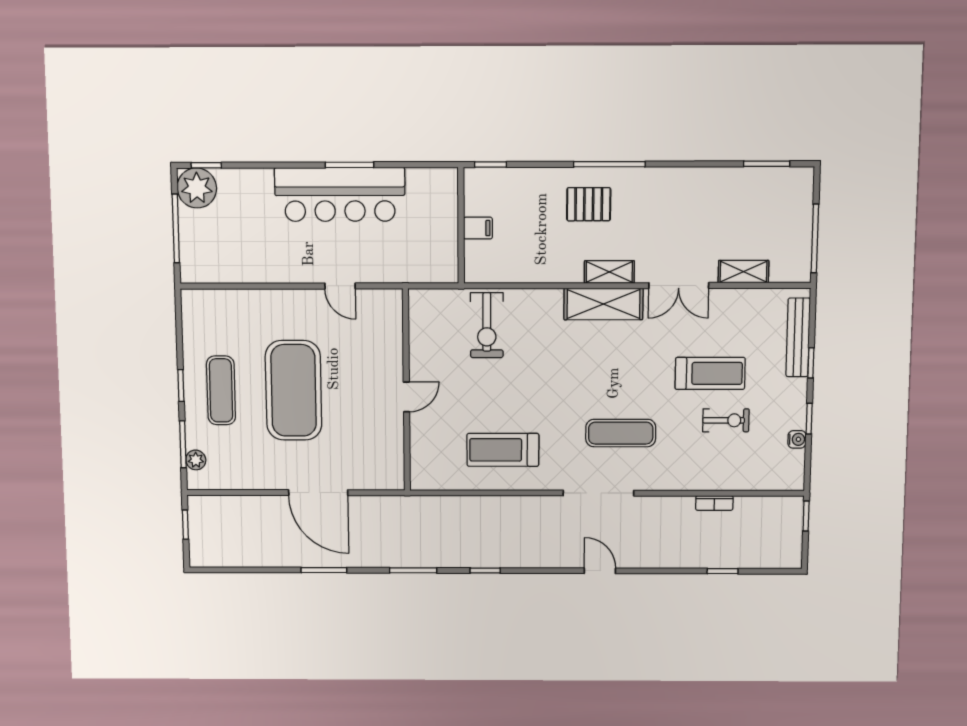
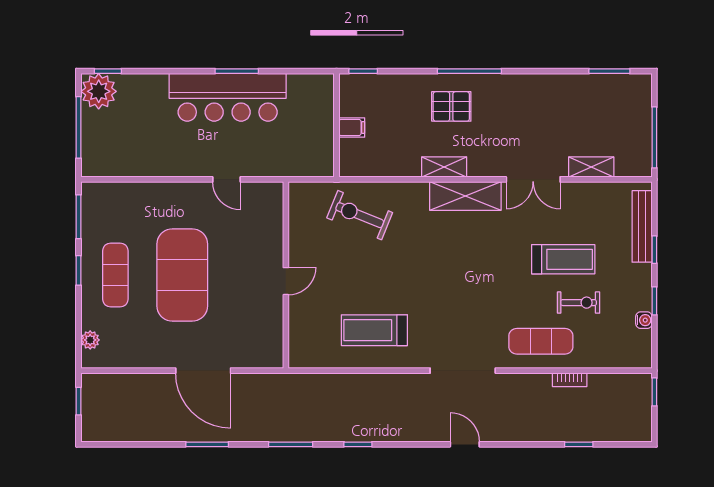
shelving: (609, 272) -> (444, 167), moved
exercise bike: (487, 325) -> (360, 215), turned 112
exercise mat: (621, 433) -> (541, 341), moved
window: (183, 444) -> (79, 217), moved

